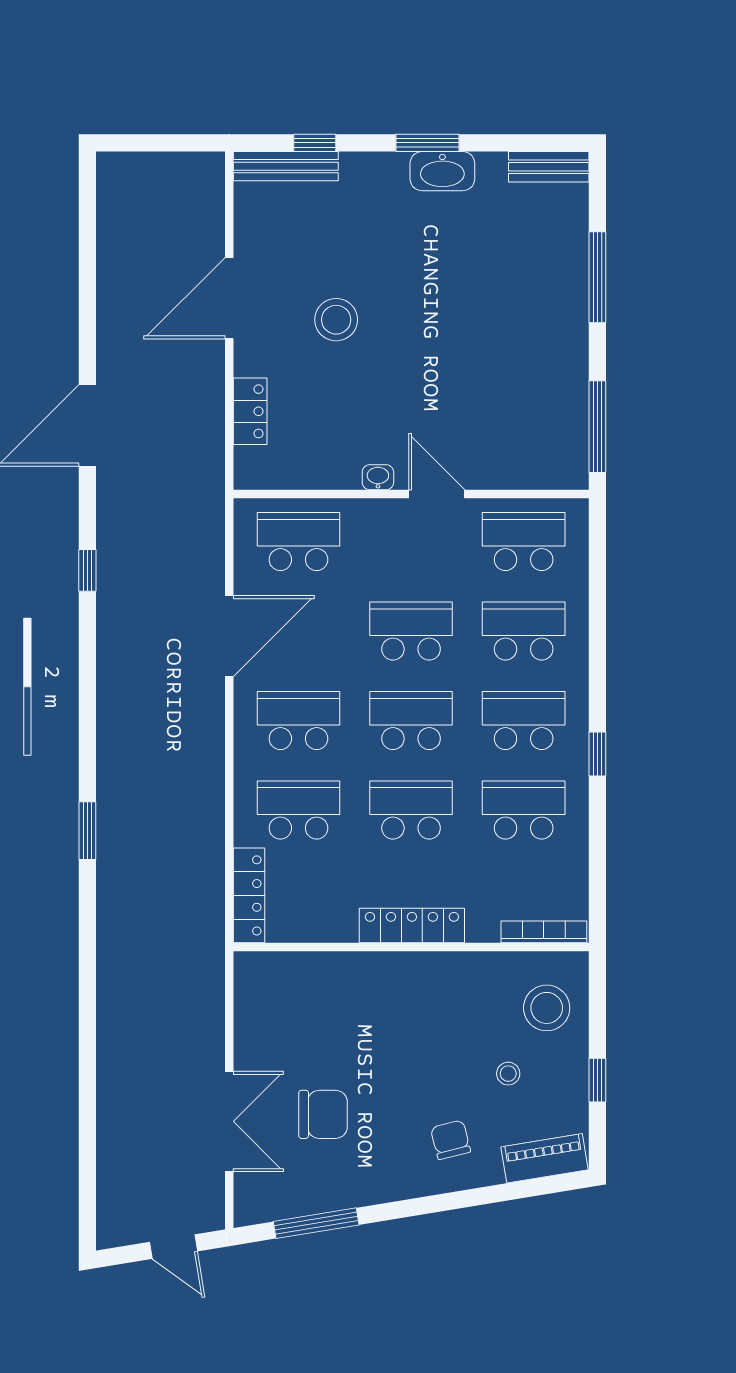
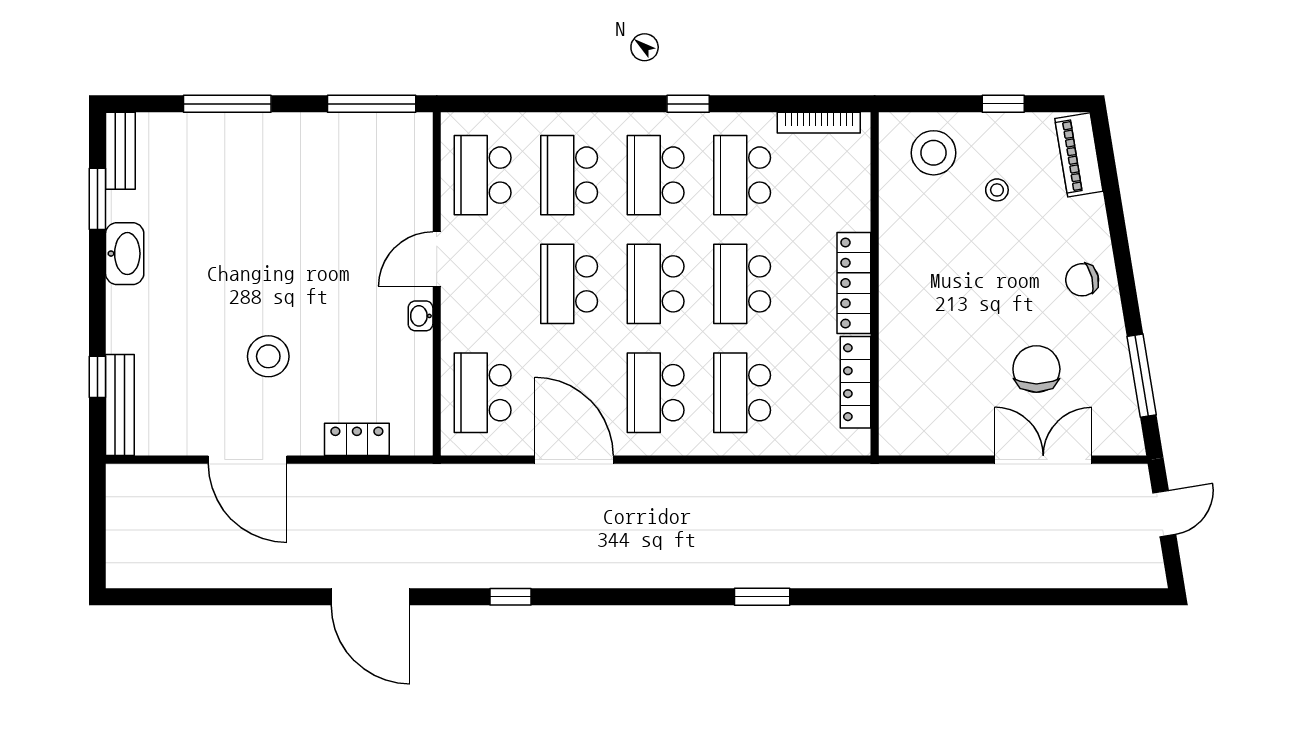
window: (427, 143) -> (97, 199), moved
locker: (249, 895) -> (855, 382), moved, turned -90
bookcase: (544, 932) -> (819, 123), moved, turned -90
chair: (451, 1140) -> (1082, 280), moved

